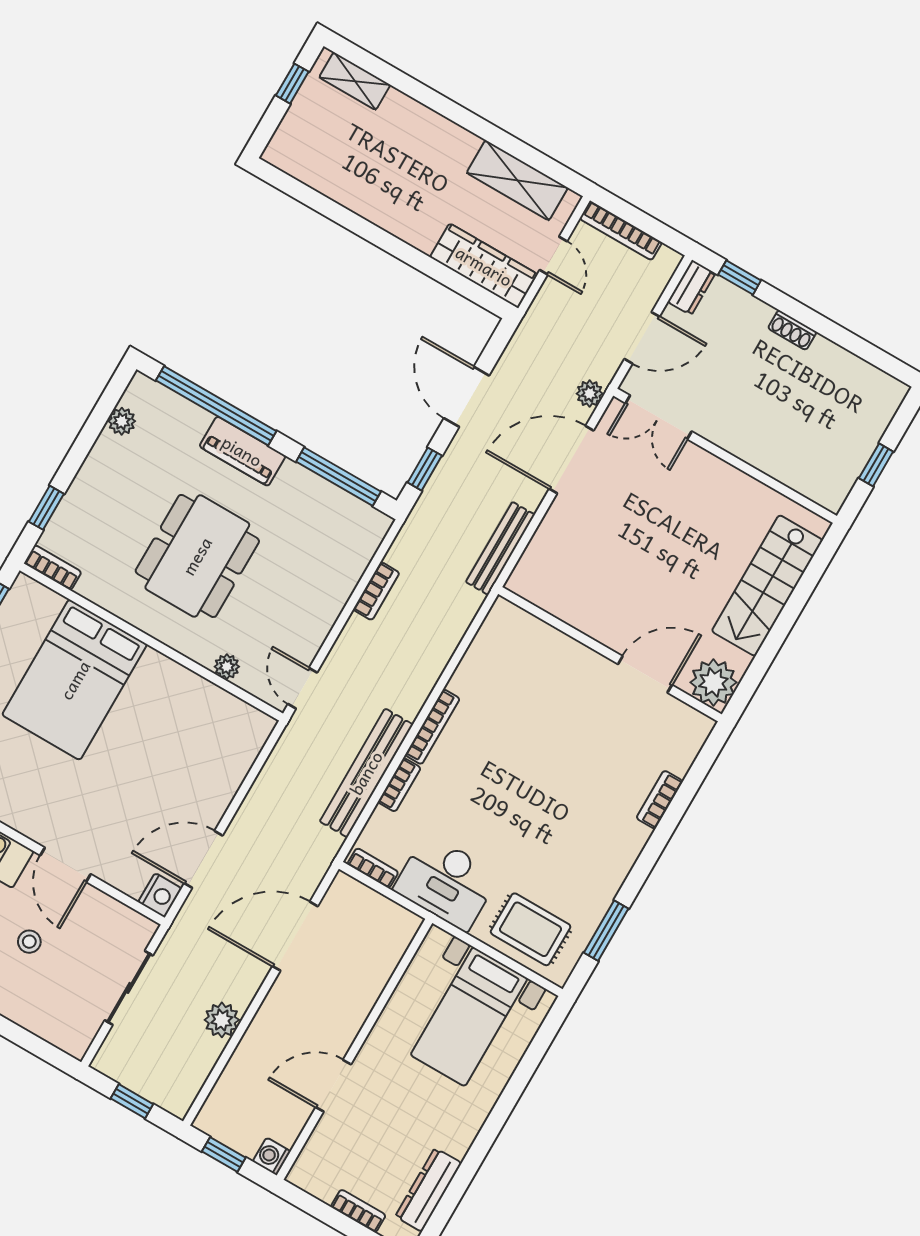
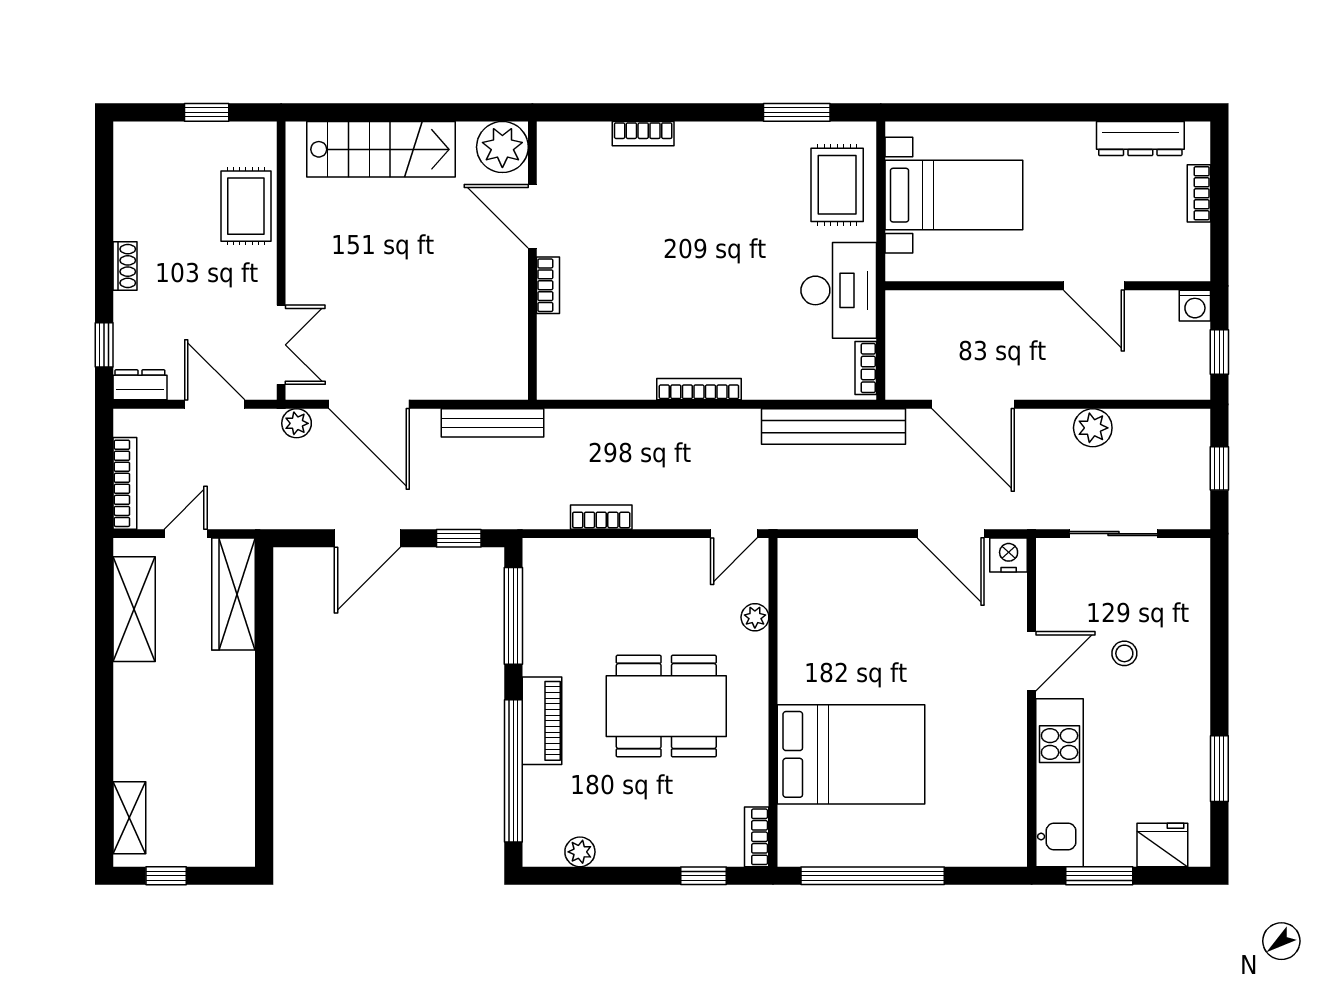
rug: (784, 453) -> (246, 206), added
bench: (366, 773) -> (834, 426), moved
bookcase: (399, 785) -> (548, 285), moved, turned 90

